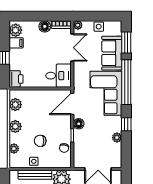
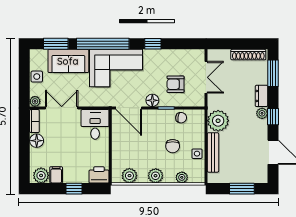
plant: (117, 138) -> (169, 55), removed
armchair: (92, 143) -> (176, 84), added

